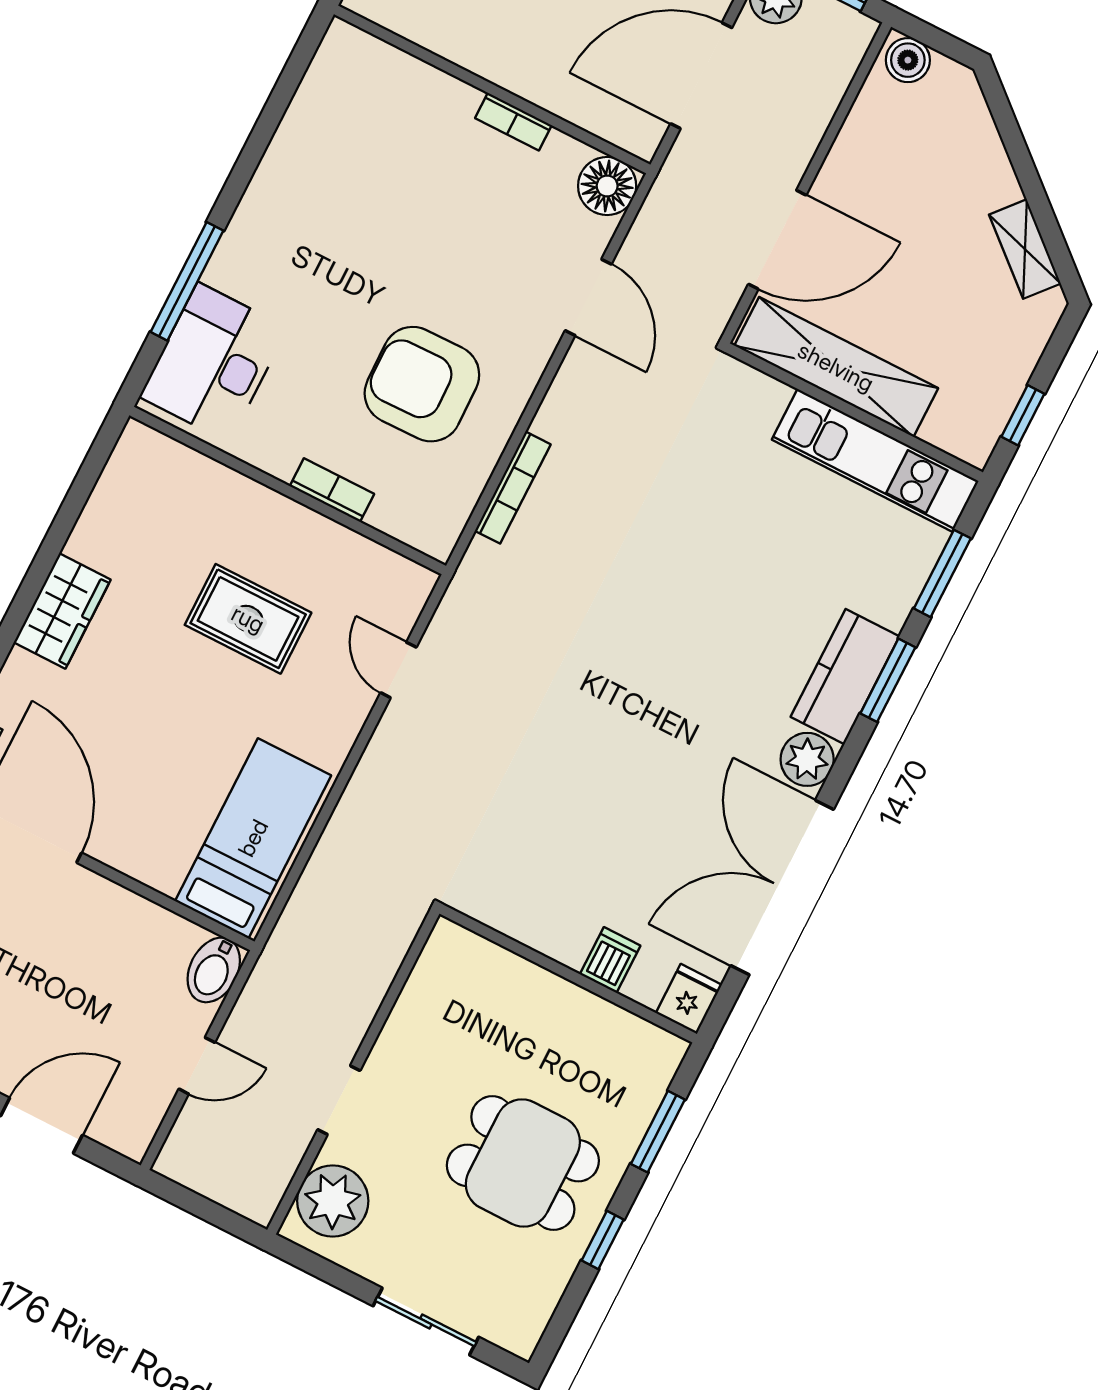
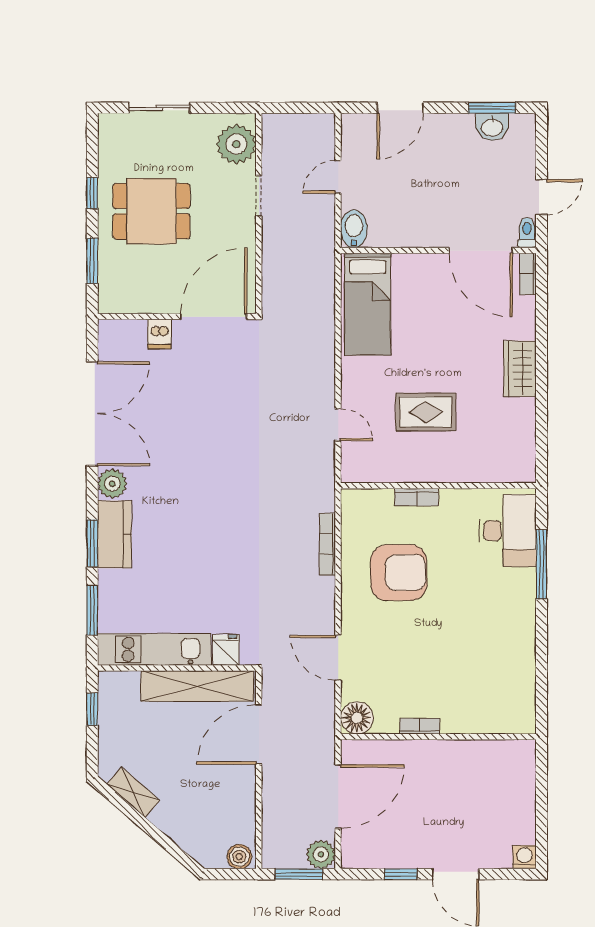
door: (509, 944) -> (214, 317), added
fridge: (689, 999) -> (226, 650), moved, turned 180

